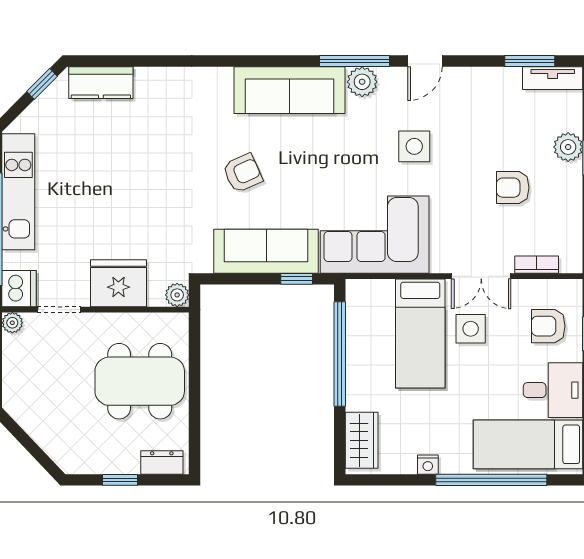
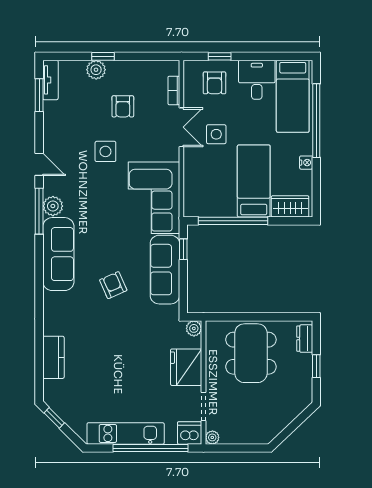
kitchen counter: (101, 83) -> (53, 357), moved
side table: (414, 146) -> (105, 151), moved
bed: (420, 333) -> (254, 181), moved, turned -90

